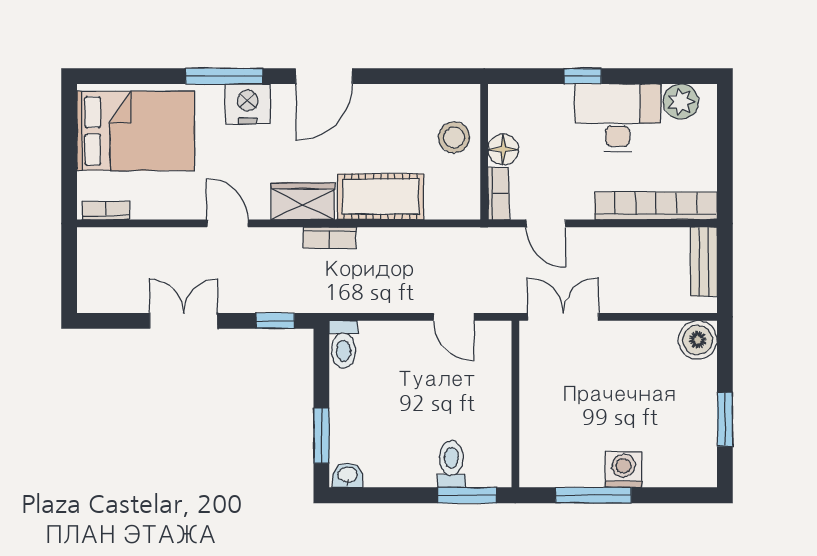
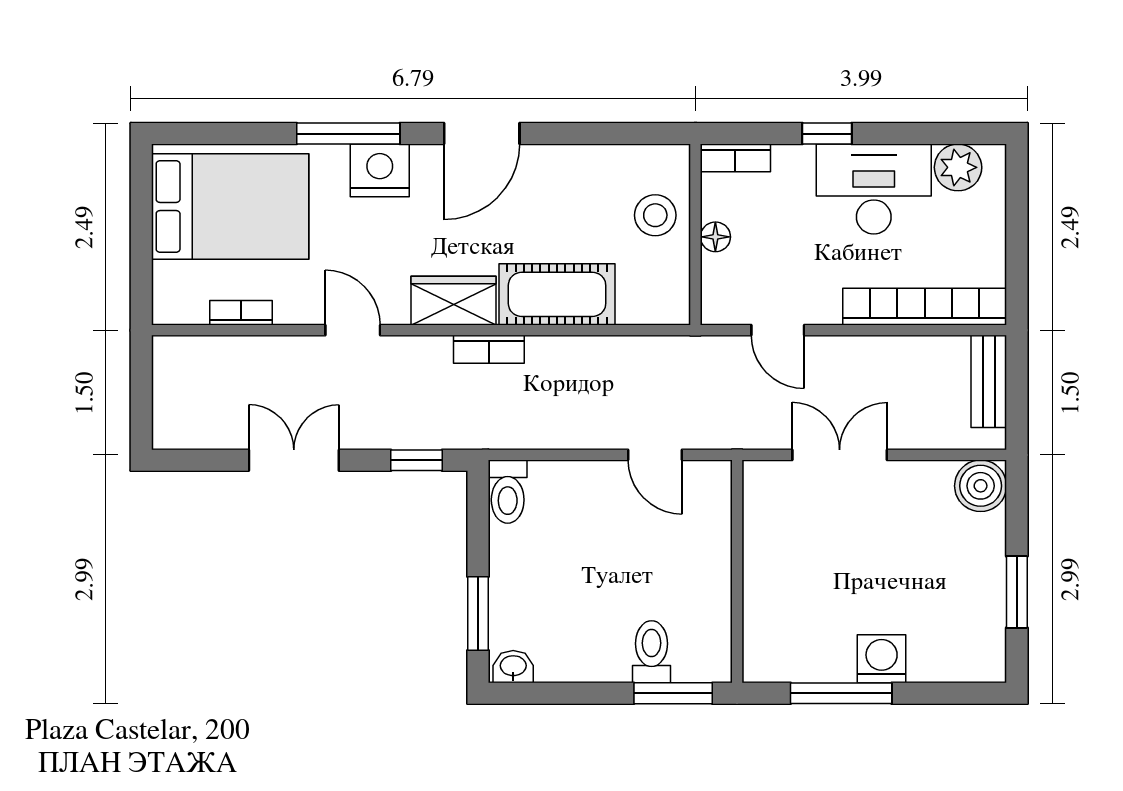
floor lamp: (503, 149) -> (715, 237), width x0.73, depth x0.73
bookcase: (498, 193) -> (735, 158), moved, turned 90
bookcase: (106, 210) -> (241, 313), moved
double door: (563, 317) -> (840, 455), moved

